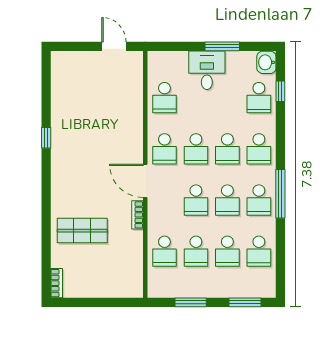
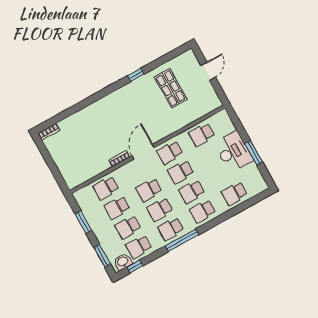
door: (114, 46) -> (208, 71), moved
washbasin: (266, 62) -> (123, 262), moved
desk: (207, 70) -> (233, 152), width x1.37
window: (280, 91) -> (135, 266), moved
shop shelf: (82, 231) -> (171, 88), moved

